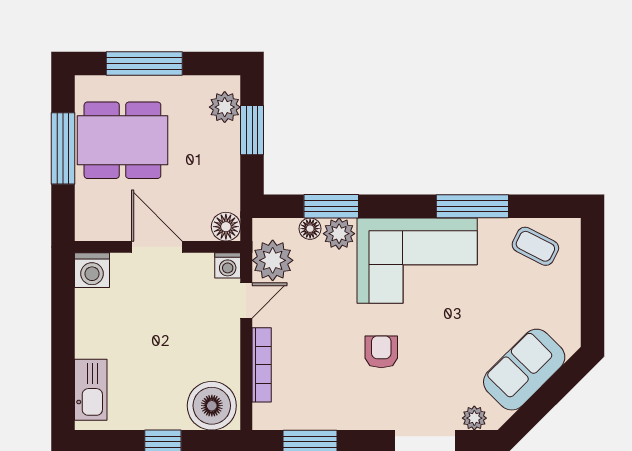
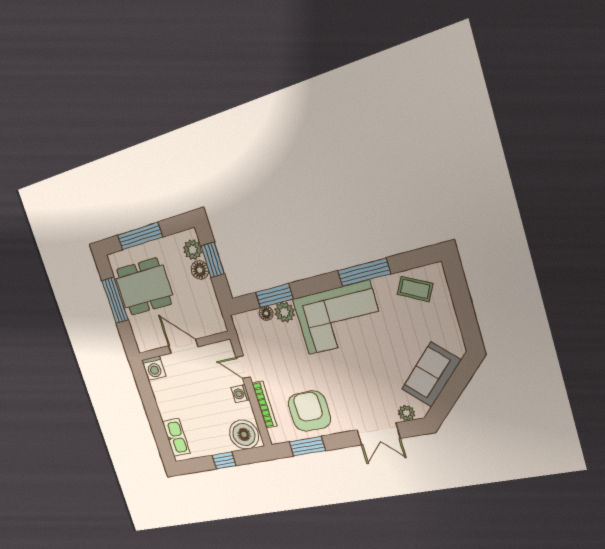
floor lamp: (226, 227) -> (200, 270), moved
plant: (273, 260) -> (250, 339), removed
washing machine: (228, 265) -> (240, 394), moved, turned 90
door: (246, 301) -> (243, 367), swing flipped
armchair: (381, 352) -> (309, 411), moved, width x1.88, depth x1.88

